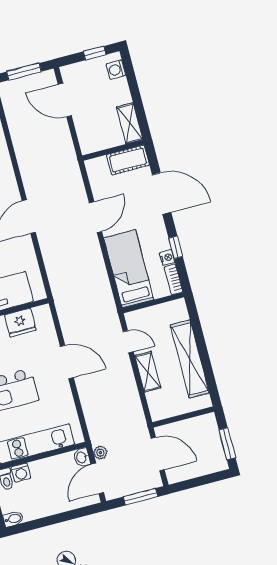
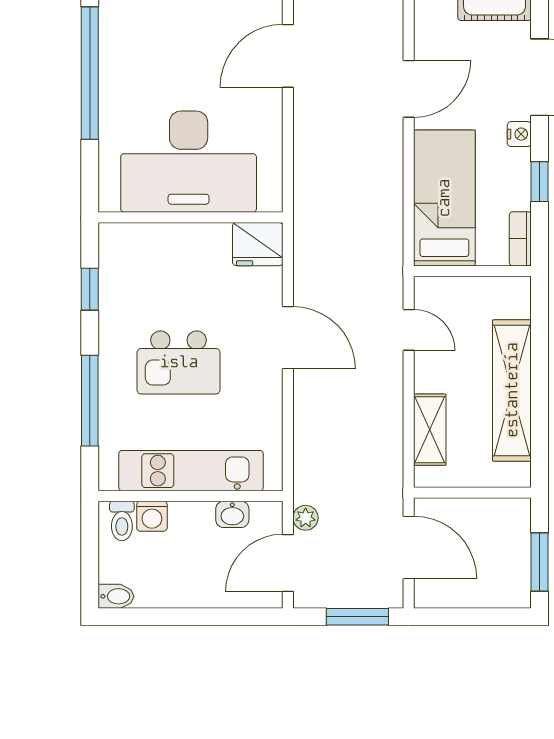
nightstand: (167, 258) -> (519, 134), moved
fridge: (20, 323) -> (258, 244), moved
shelving: (148, 372) -> (430, 430), moved
washbasin: (82, 457) -> (232, 514), moved, turned -90

